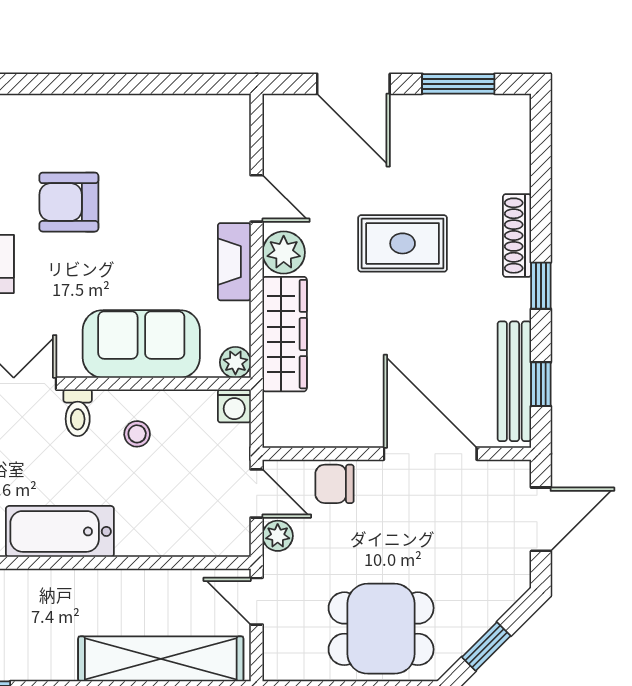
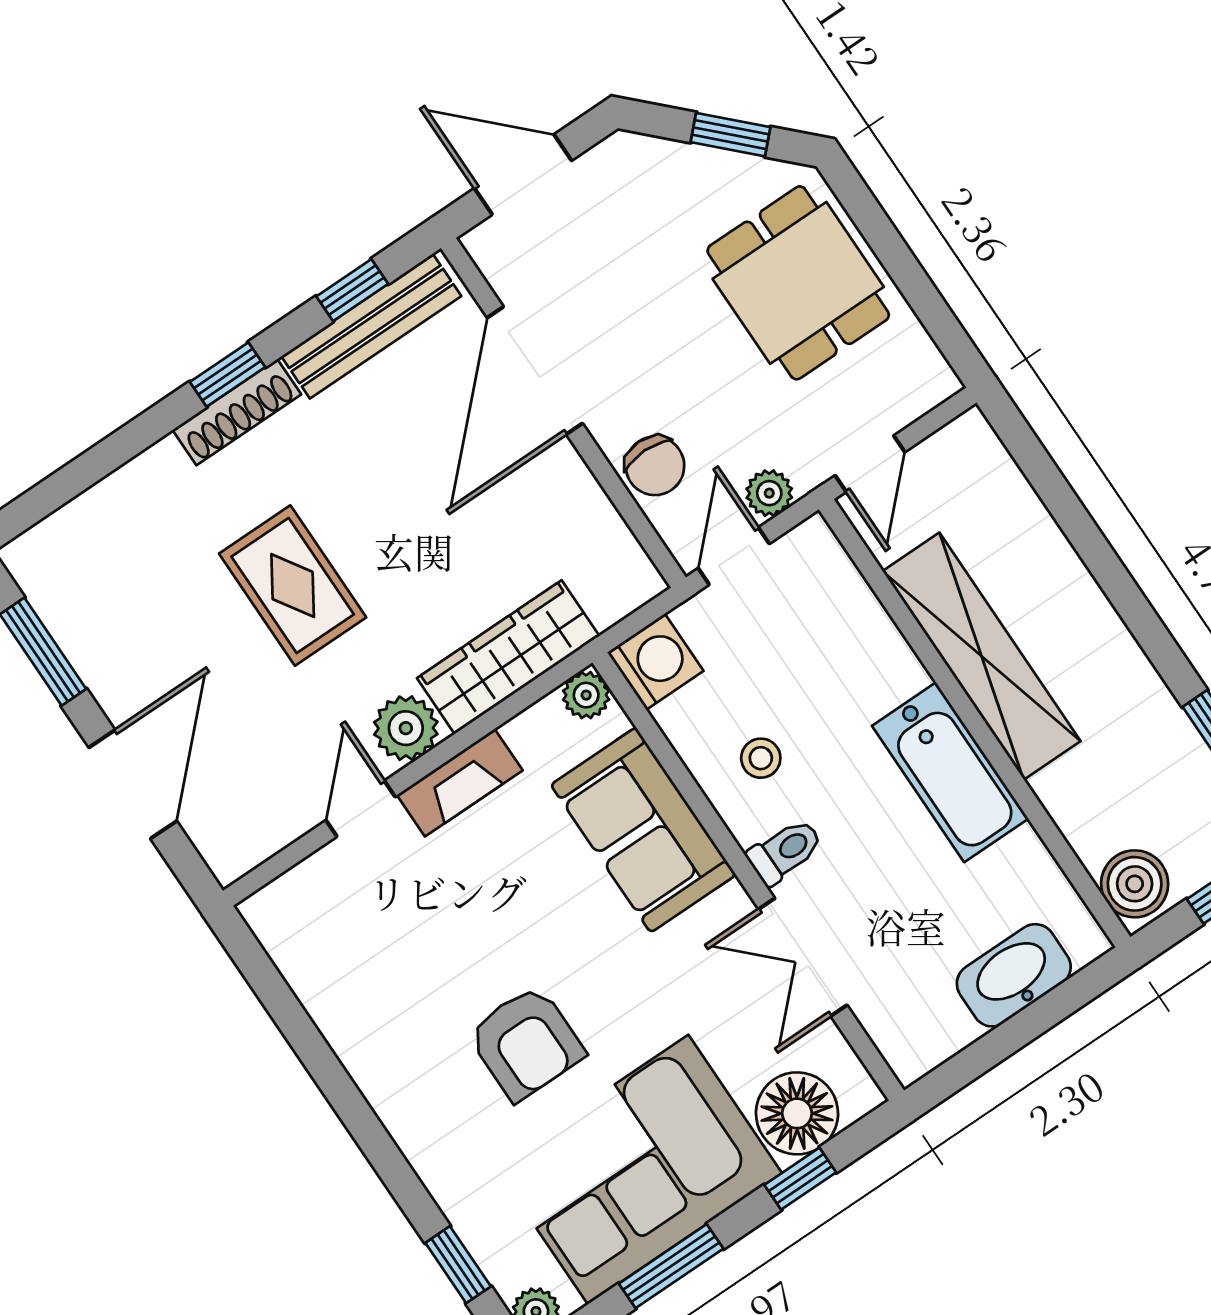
shoe rack: (517, 236) -> (237, 412), moved
washing machine: (234, 406) -> (655, 662), width x1.38, depth x1.38
shelving: (161, 659) -> (982, 656), moved

